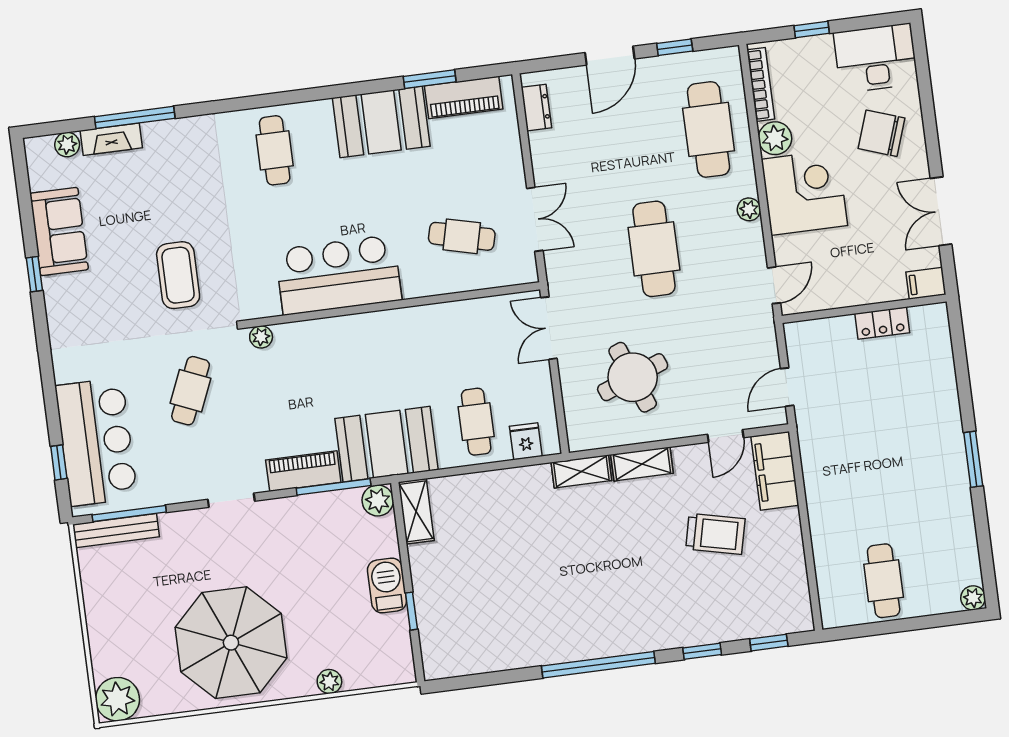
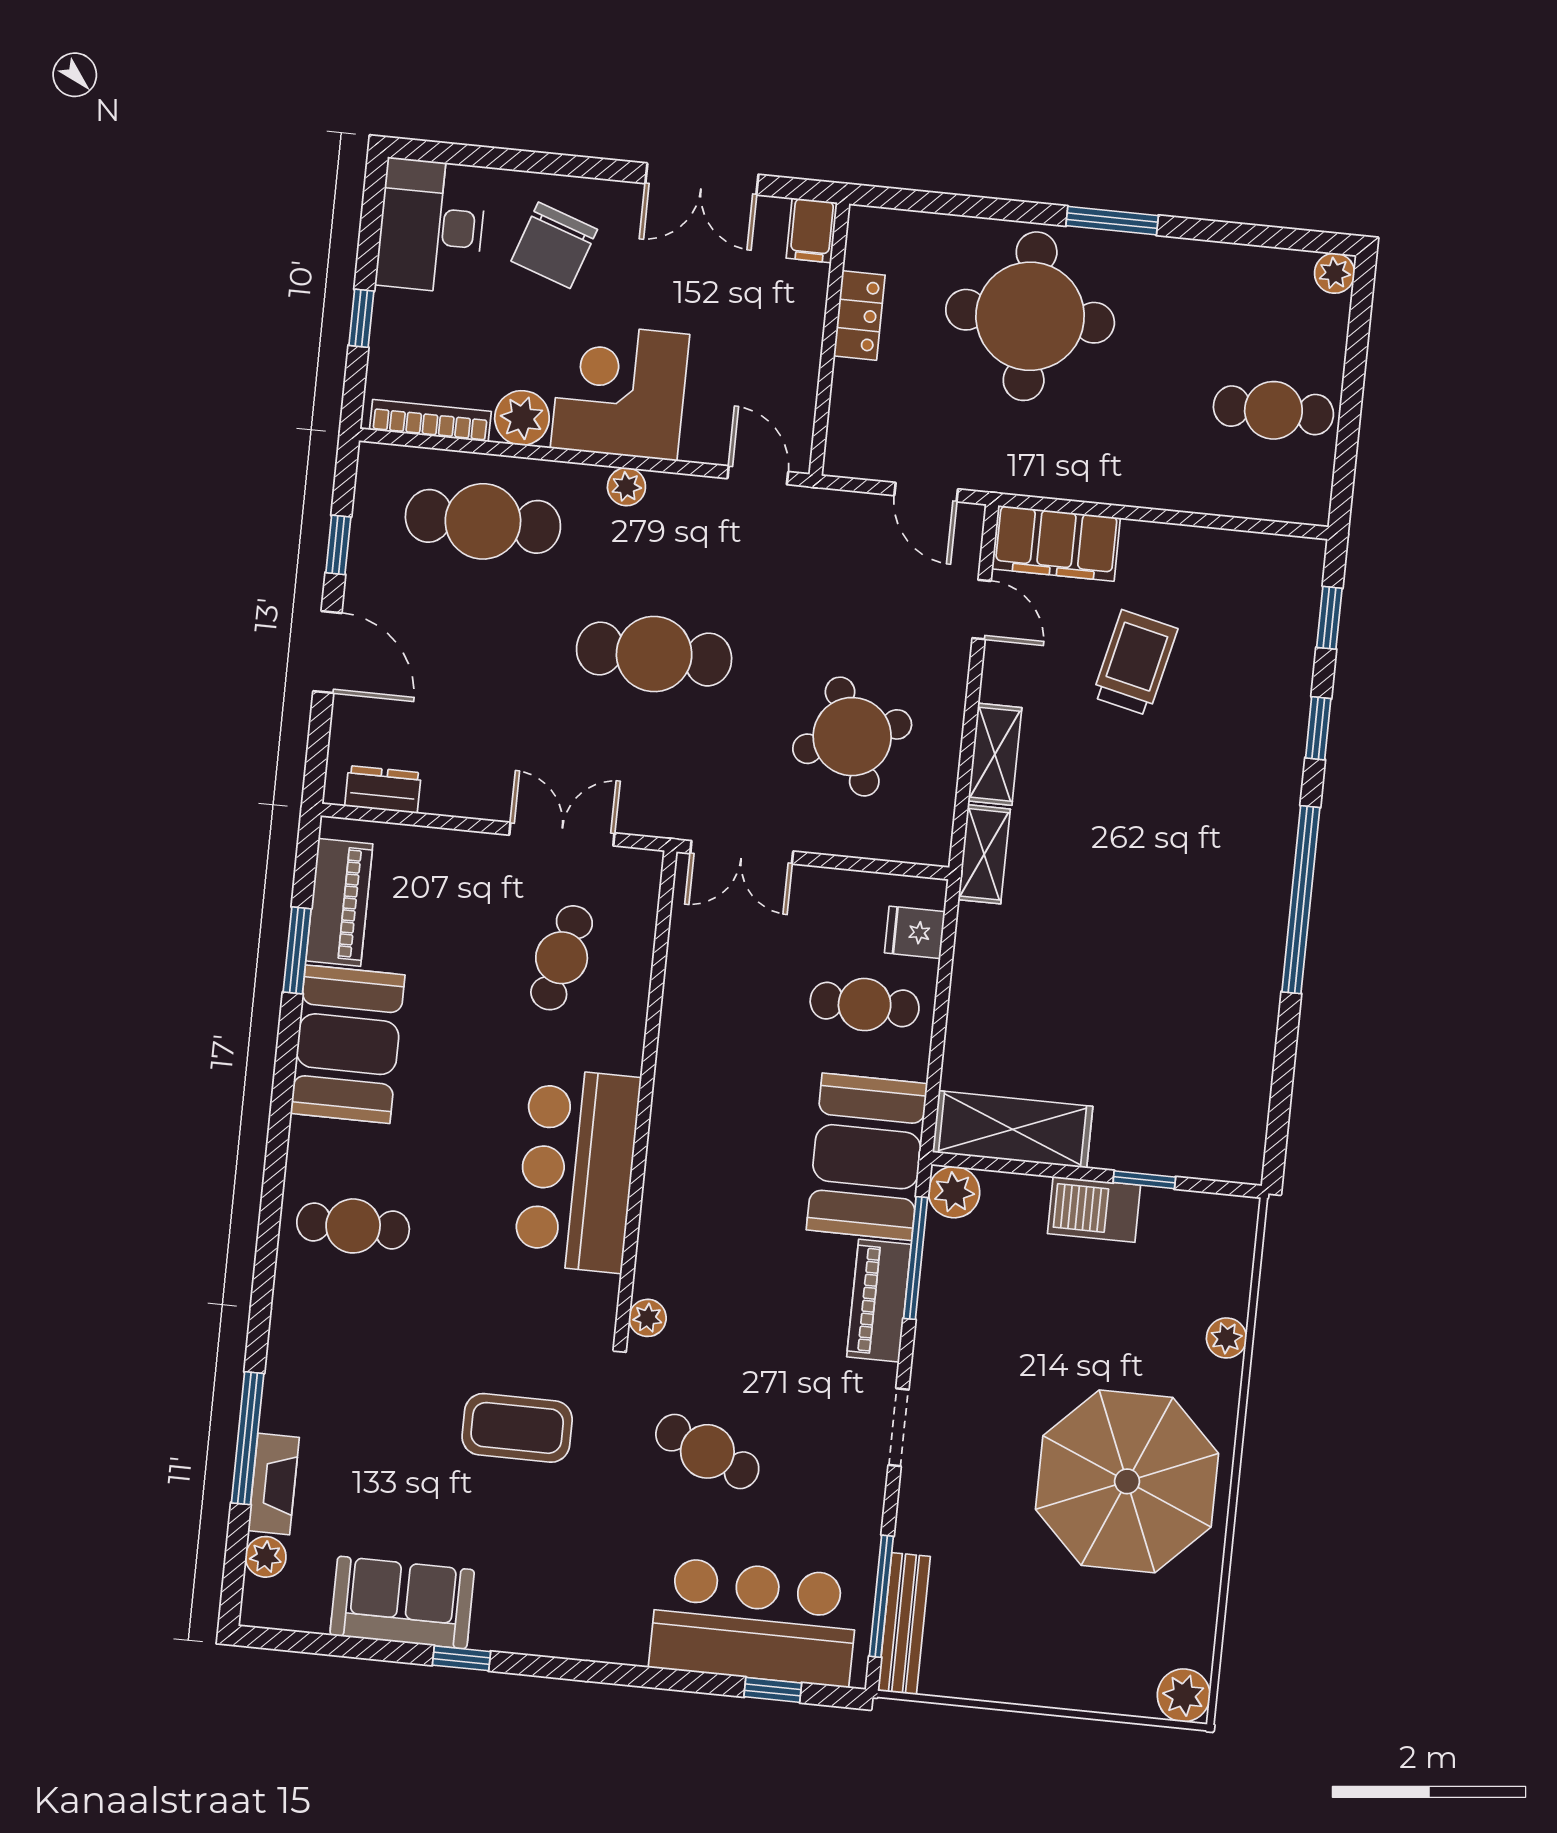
round table: (905, 424) -> (1030, 316), added
shelving: (416, 511) -> (1013, 1129), width x1.50, depth x1.33
plant: (118, 699) -> (1184, 1695), width x0.73, depth x0.73

